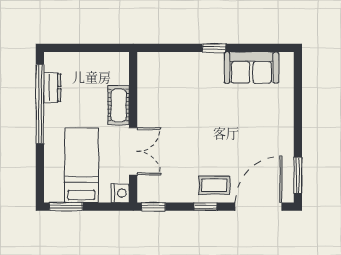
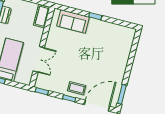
sofa: (251, 68) -> (73, 21), moved
cot: (119, 105) -> (42, 16), moved
nightstand: (120, 193) -> (26, 80), removed

